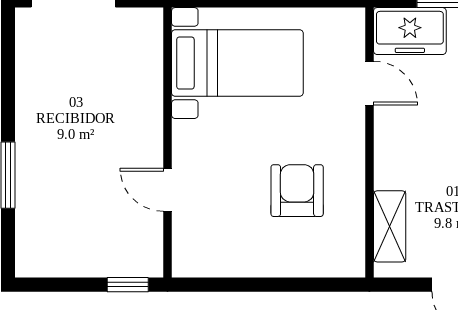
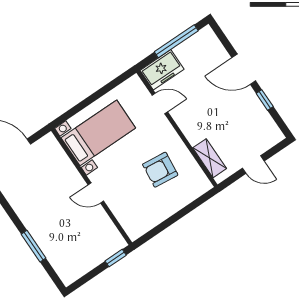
door: (167, 190) -> (96, 193), moved
armchair: (297, 191) -> (160, 170), turned -84

